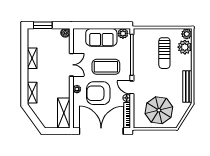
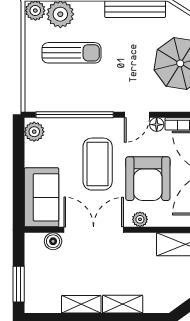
boiler: (65, 33) -> (53, 241), moved
sofa: (101, 37) -> (42, 197), moved
double door: (71, 65) -> (94, 230), width x1.37
shelving: (32, 93) -> (123, 304), moved

